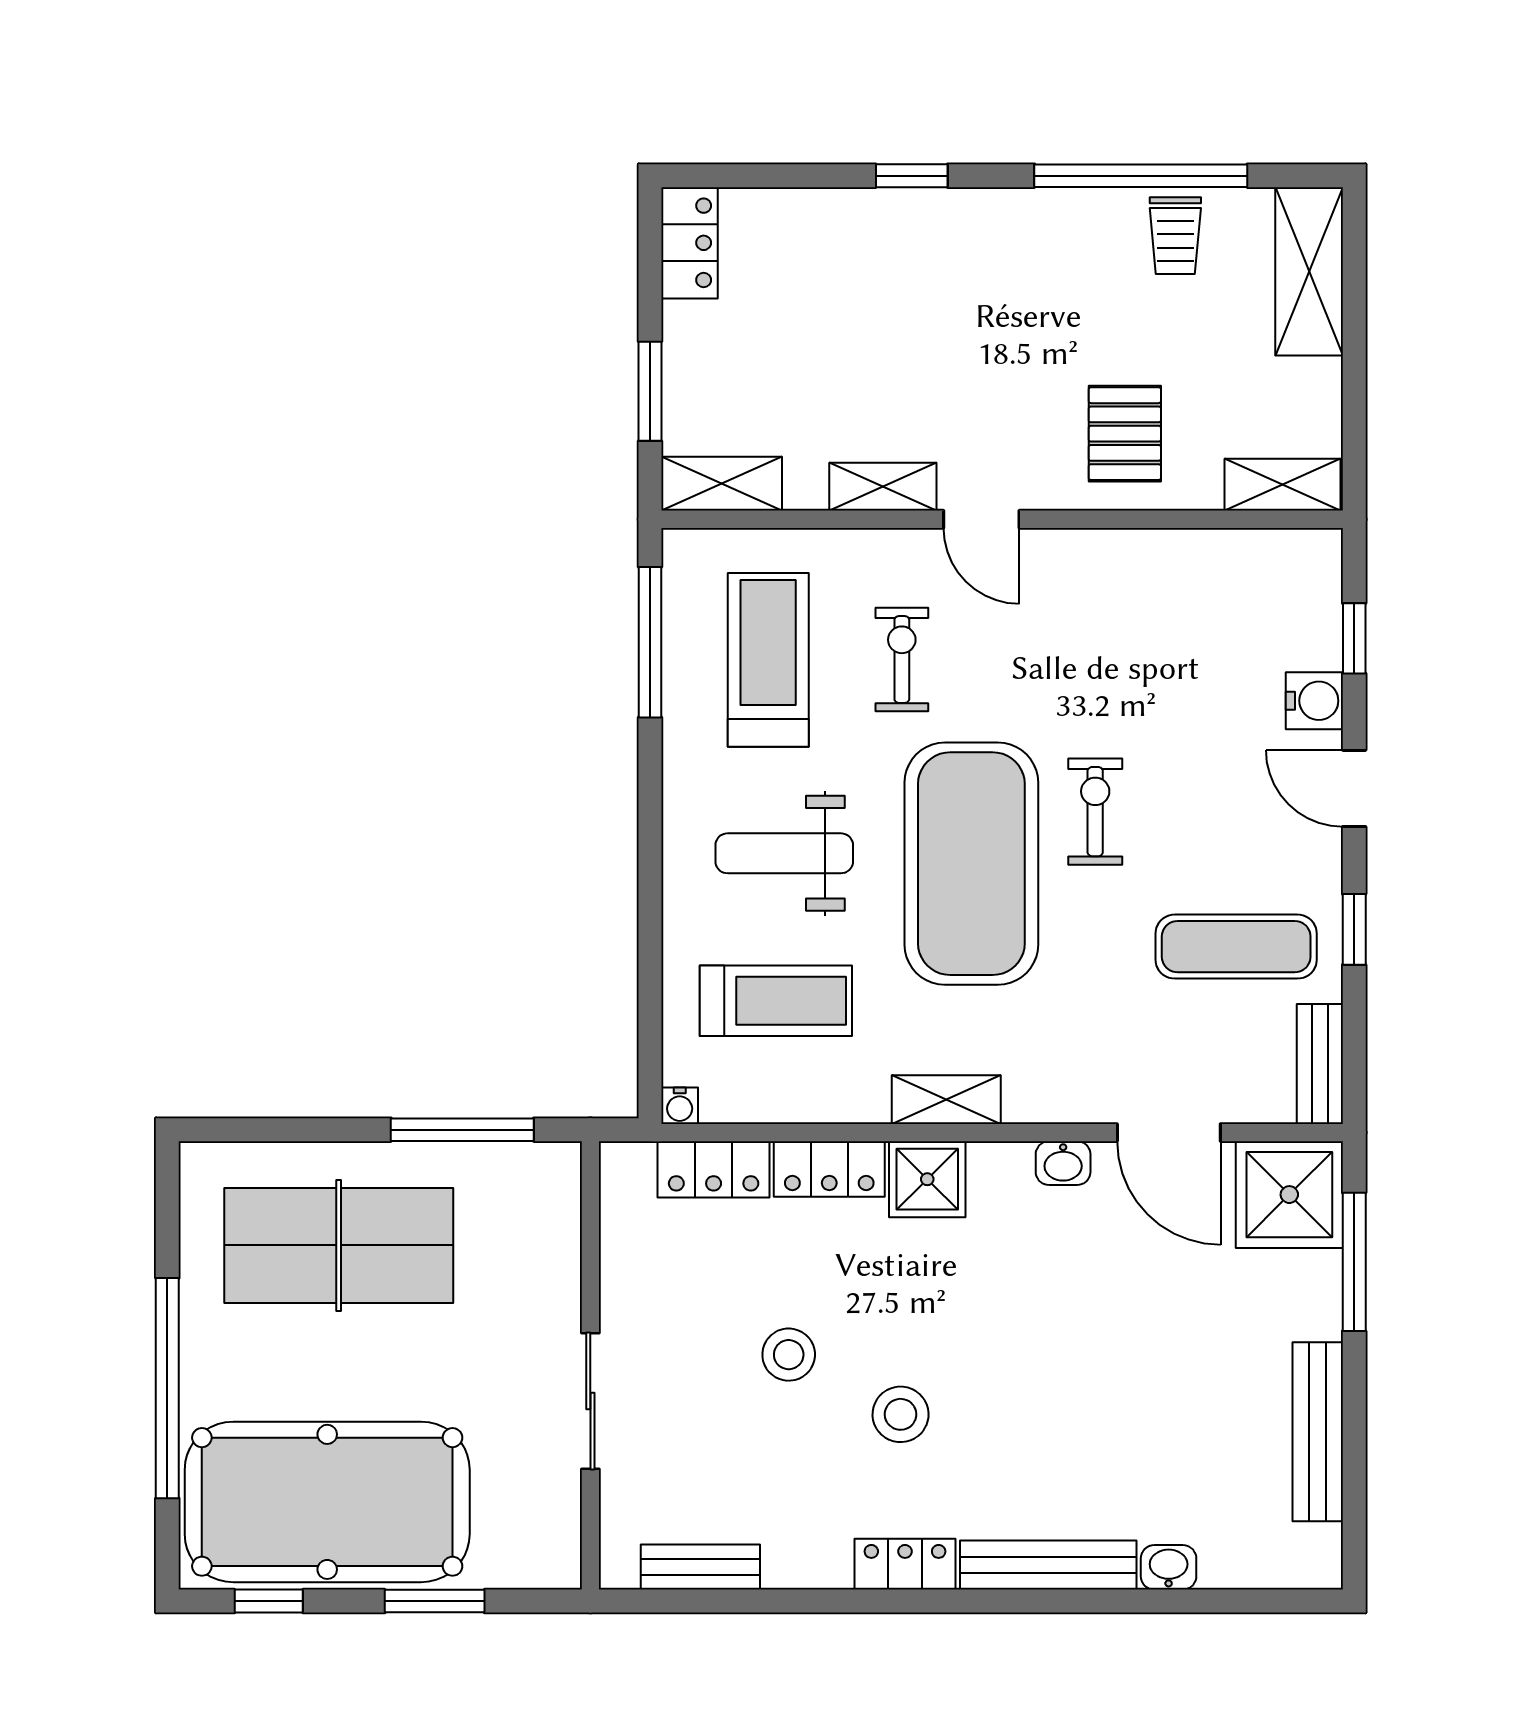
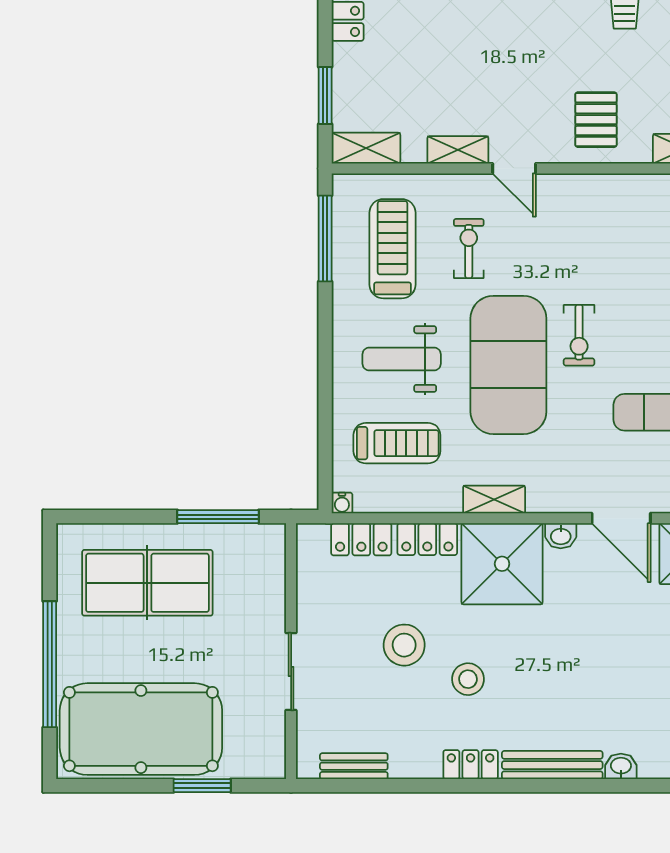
exercise bike: (1095, 812) -> (579, 335), turned 180
shower: (927, 1179) -> (502, 564), width x1.86, depth x1.86
stool: (789, 1355) -> (404, 645), width x1.38, depth x1.38
window: (269, 1601) -> (108, 786), removed

